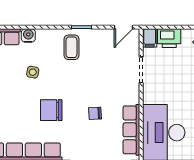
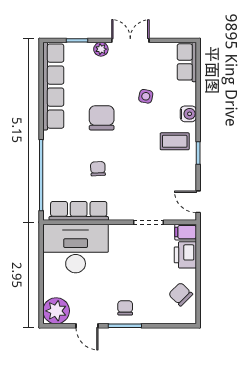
water cooler: (28, 36) -> (188, 114), moved

